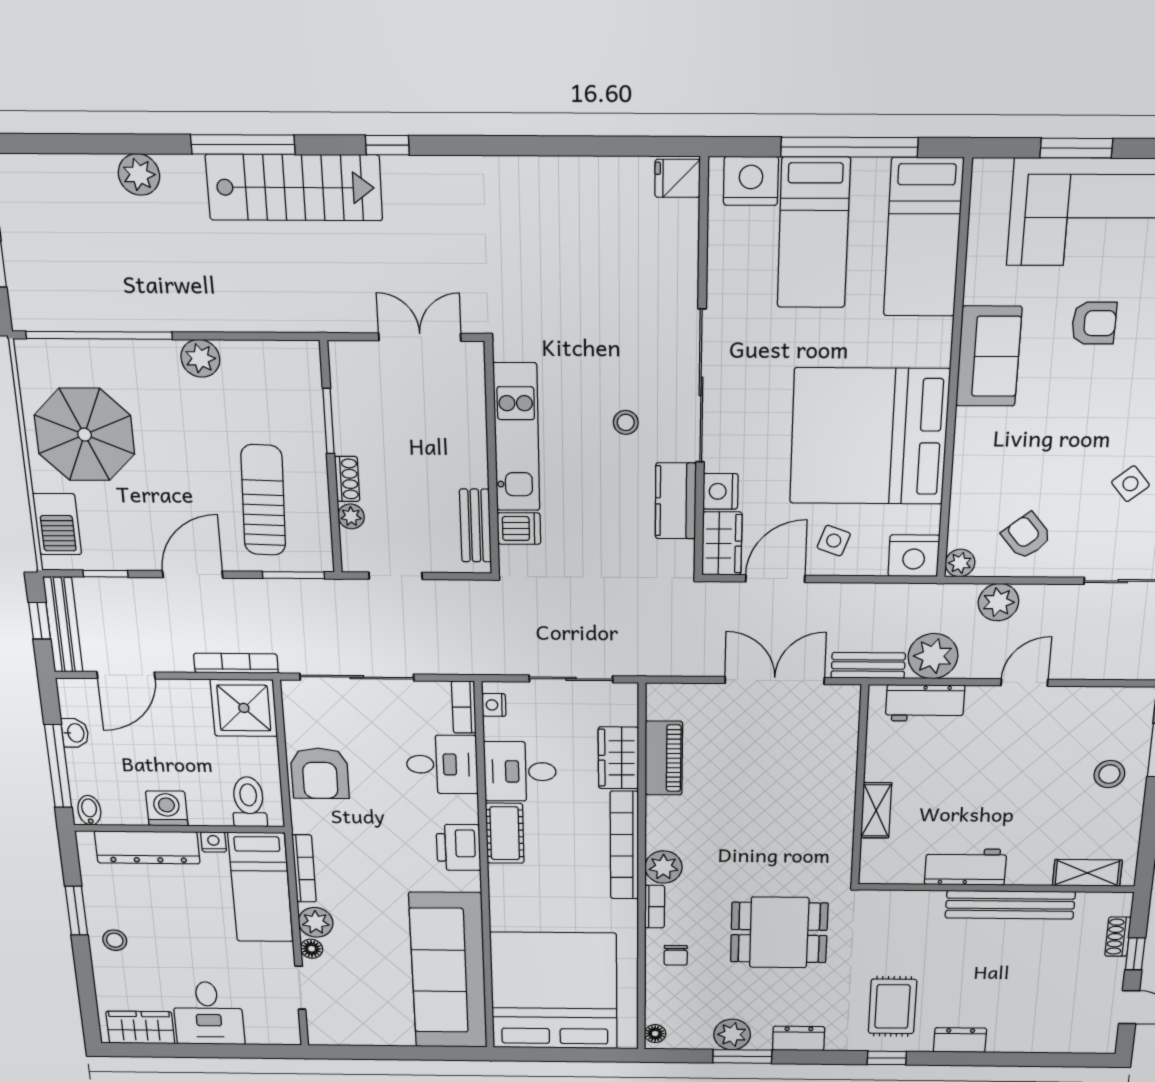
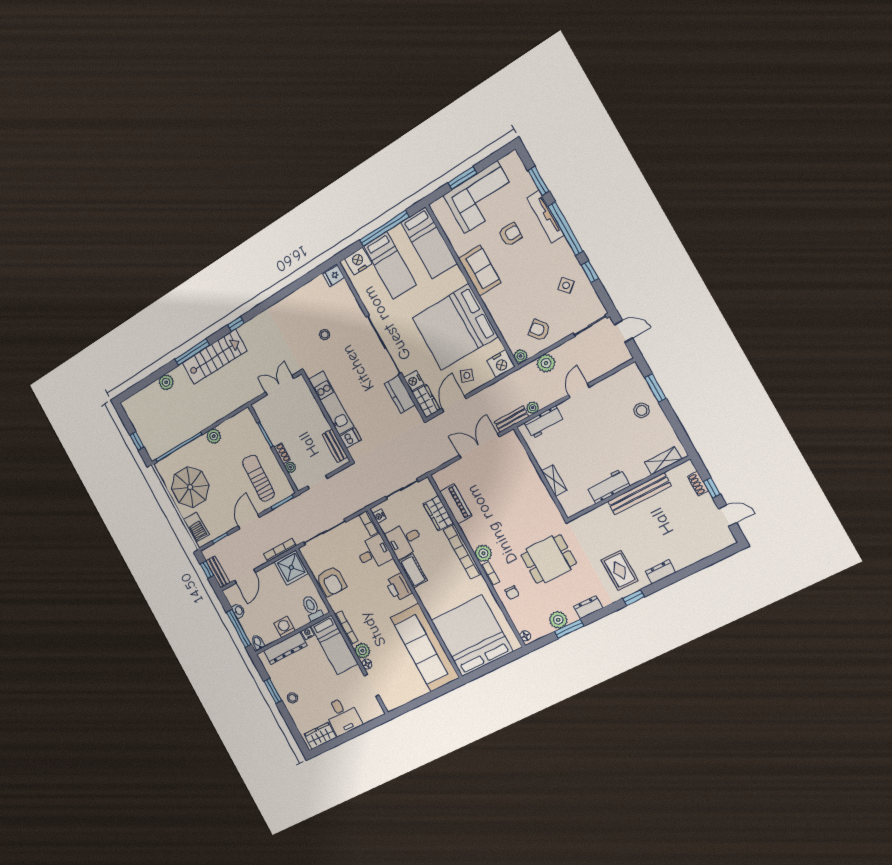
stool: (626, 422) -> (325, 335), moved
bench: (63, 625) -> (218, 572), width x0.73
plant: (933, 656) -> (533, 408), width x0.53, depth x0.53

